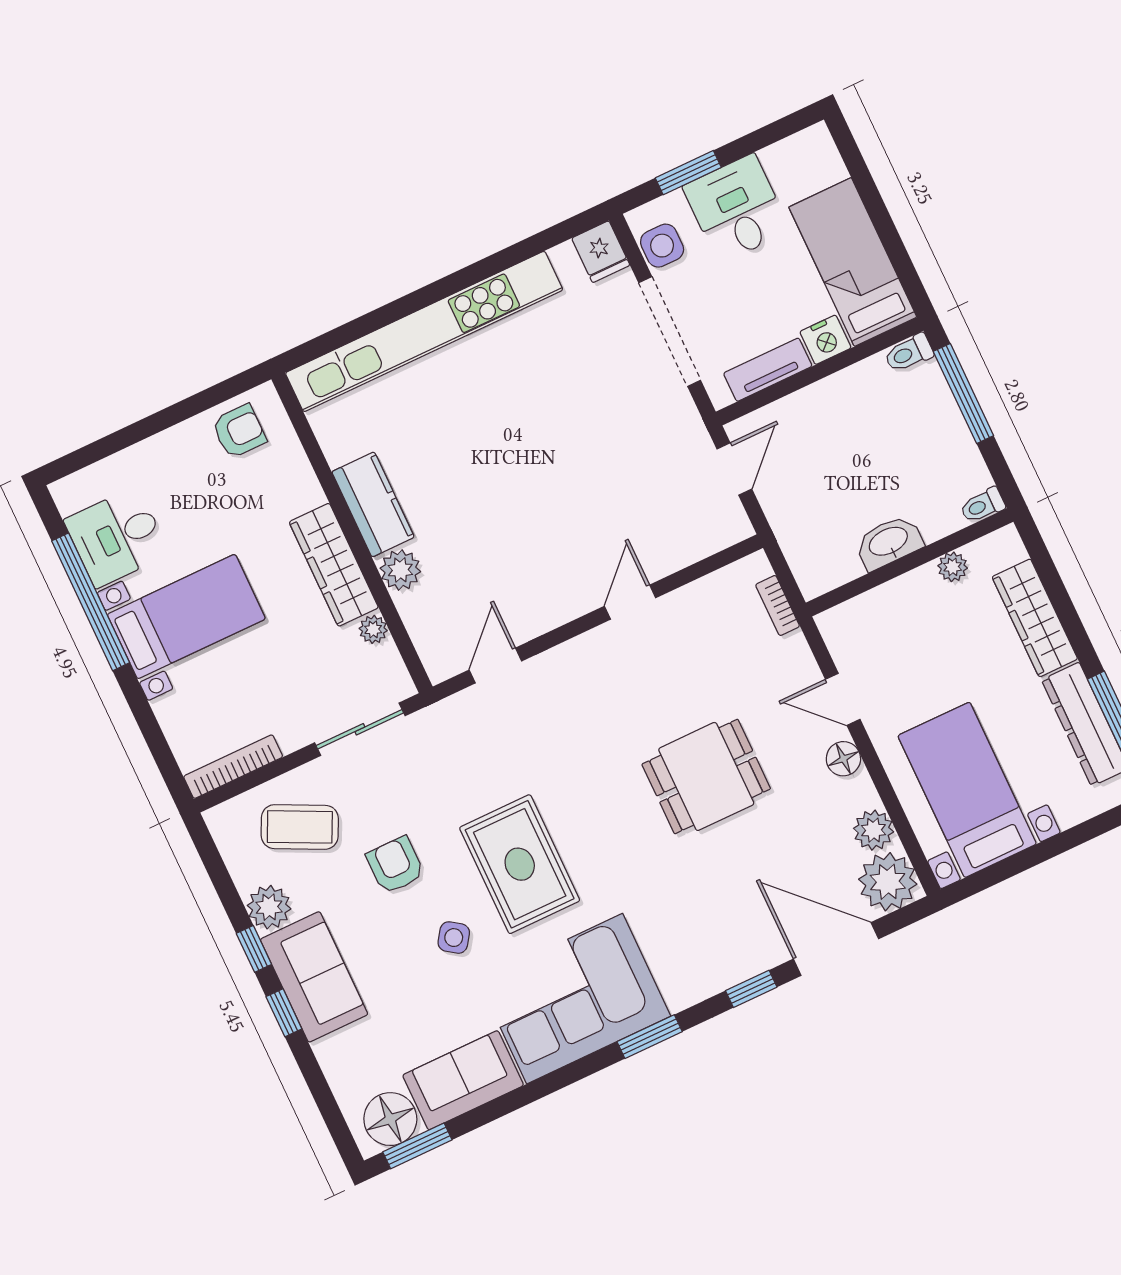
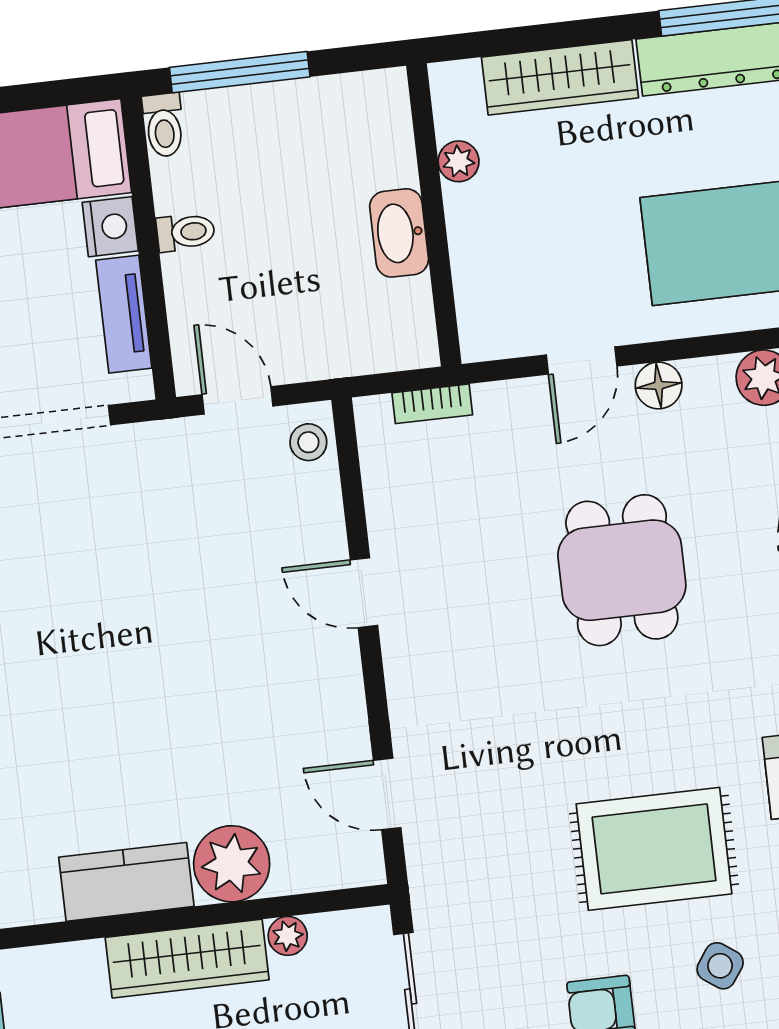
toilet: (983, 505) -> (186, 232), moved, turned -90
stool: (722, 528) -> (308, 442), added
plant: (400, 570) -> (232, 864), width x1.36, depth x1.36

